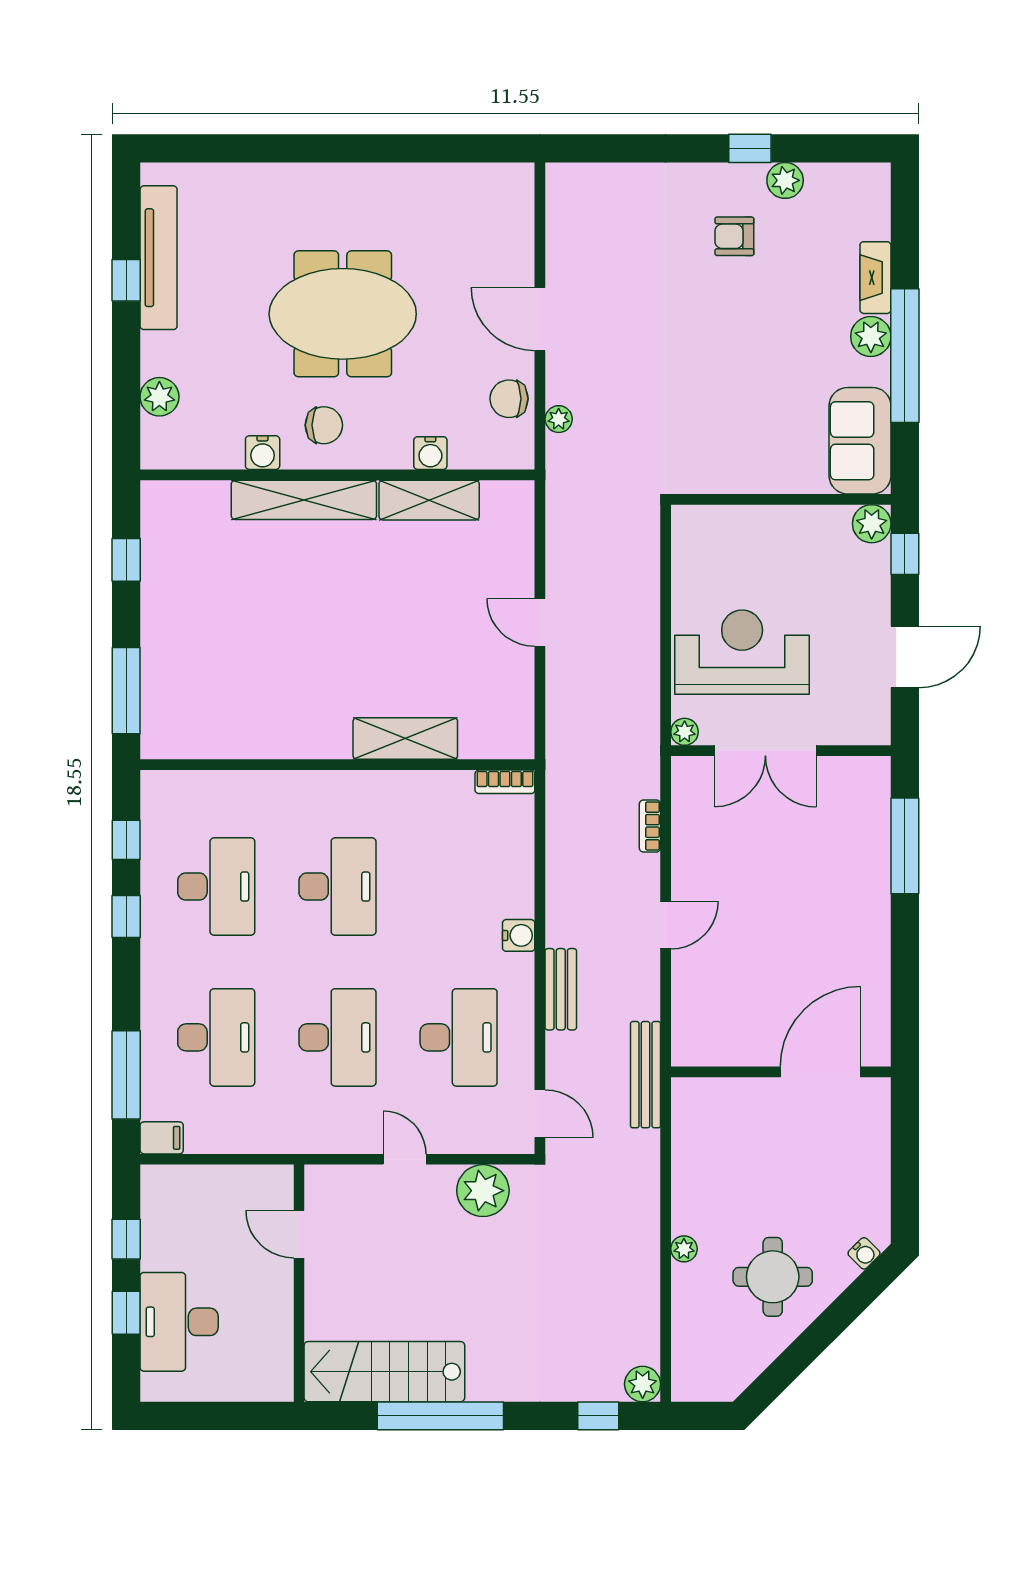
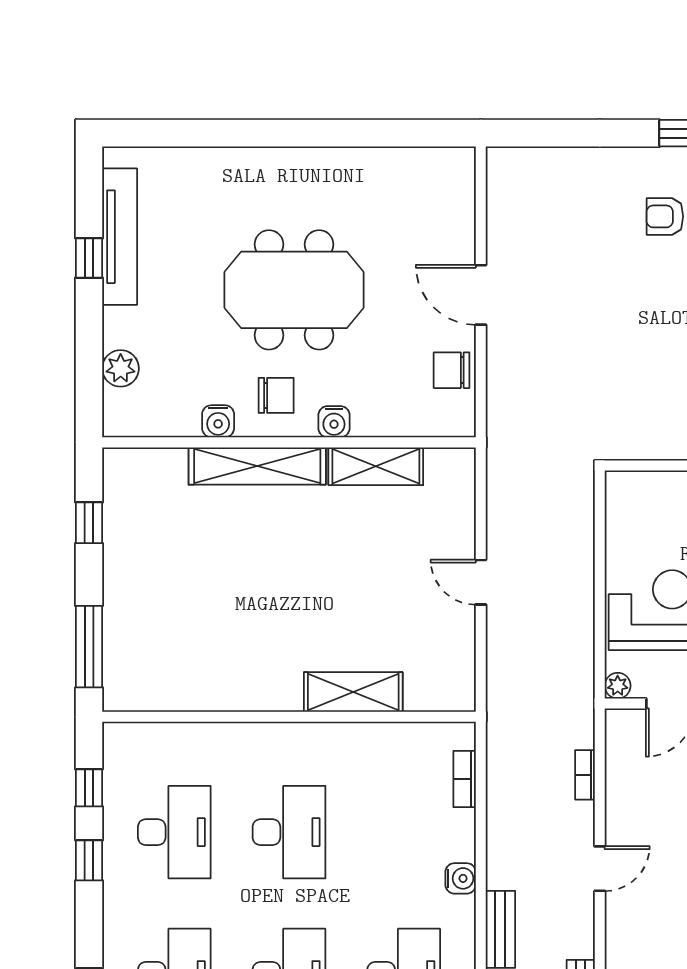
plant: (559, 419) -> (498, 389), removed
water cooler: (430, 453) -> (334, 422), moved
bookcase: (505, 782) -> (465, 779), moved, turned 90

